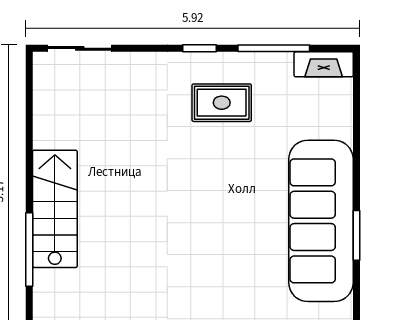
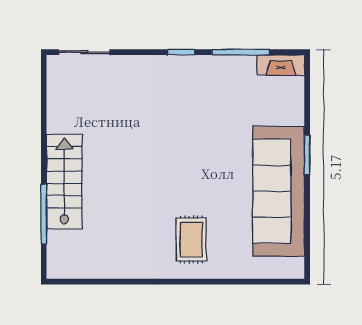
rug: (222, 103) -> (191, 240), moved, turned 90
window: (356, 235) -> (307, 155), moved

